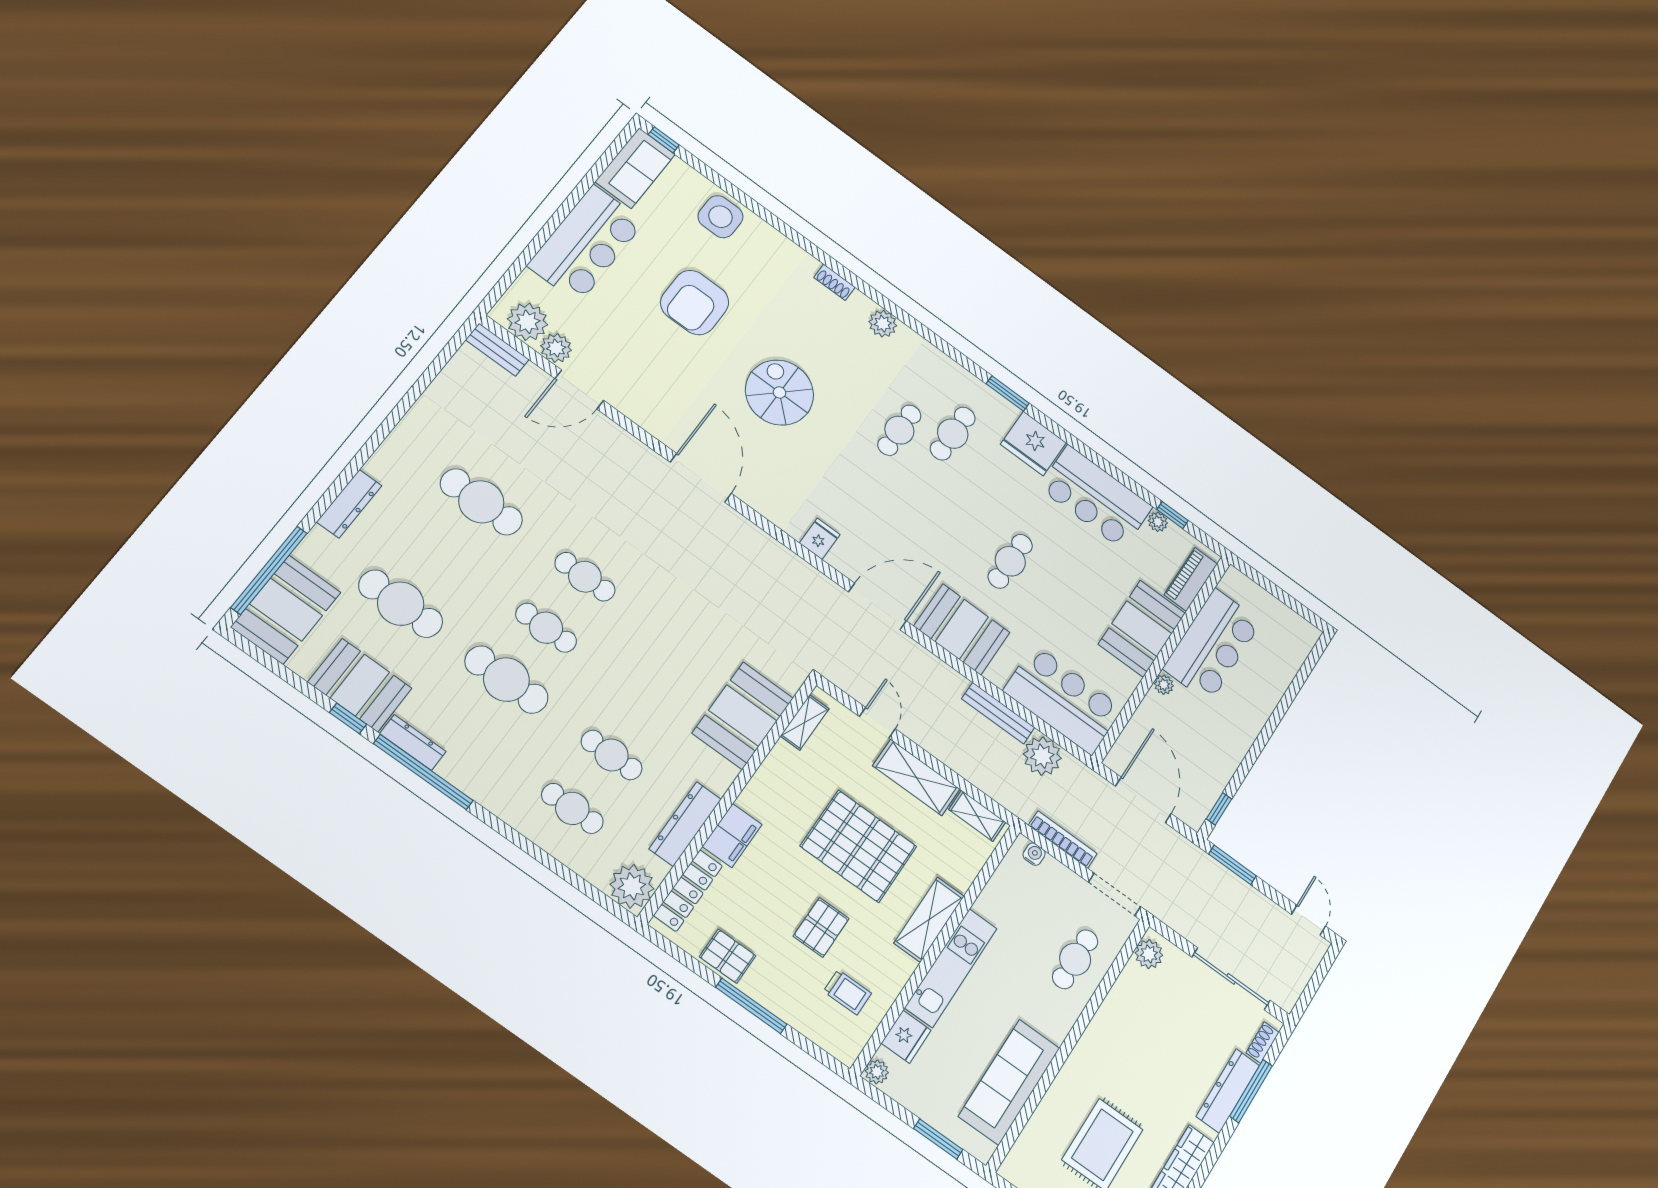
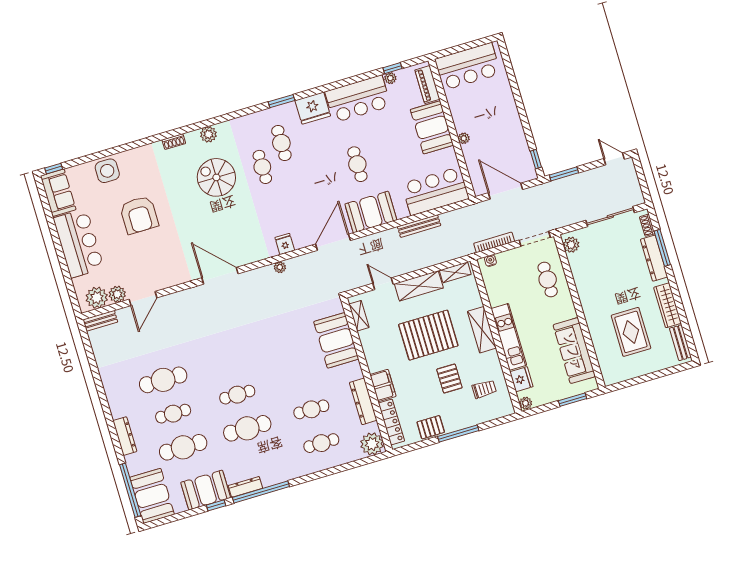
spiral stairs: (779, 393) -> (216, 177), moved
cafe table: (585, 577) -> (173, 414), moved
bar counter: (1212, 645) -> (468, 66), moved, turned 90
plant: (1042, 756) -> (280, 267), moved, width x0.53, depth x0.53

